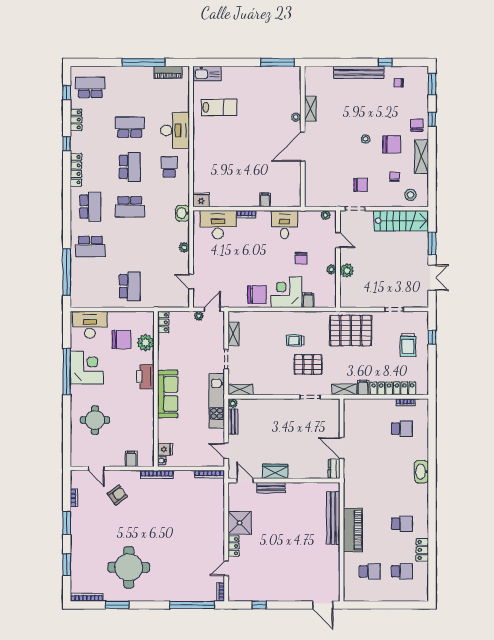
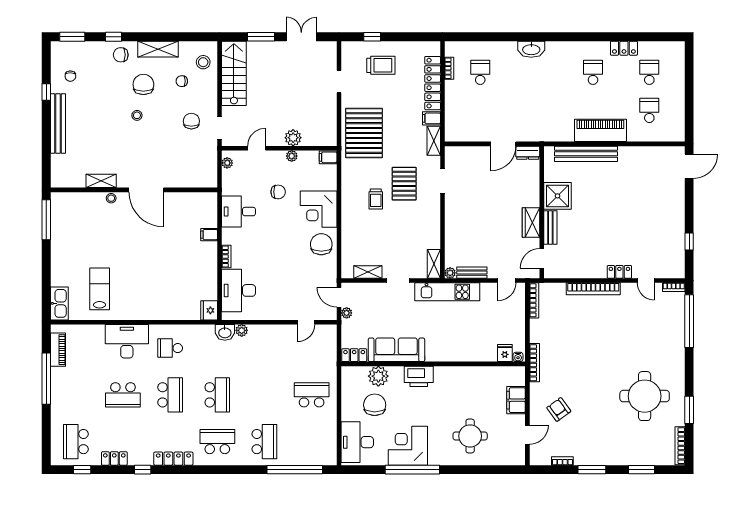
school desk: (130, 127) -> (123, 395), turned -90
school desk: (130, 167) -> (170, 395), turned 90
plant: (184, 247) -> (242, 330), moved
filing cabinet: (308, 300) -> (328, 157), moved
sofa: (168, 394) -> (396, 350), moved
filing cabinet: (131, 459) -> (516, 400), width x2.00
shower: (240, 523) -> (557, 196), moved
bookcase: (219, 524) -> (593, 289), added

